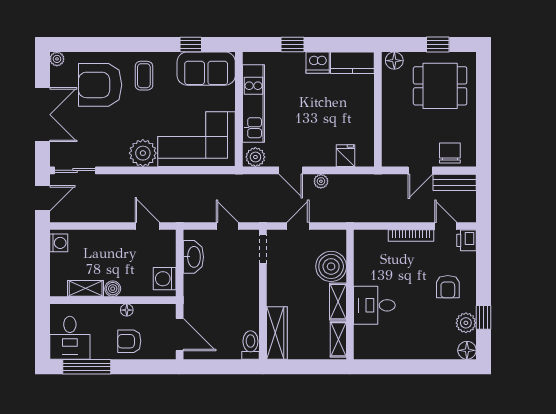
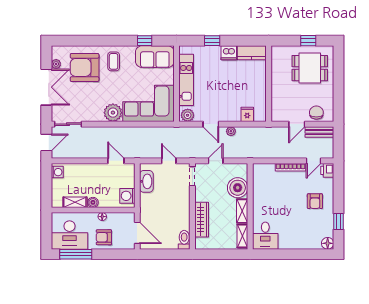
plant: (57, 59) -> (56, 64), moved
floor lamp: (394, 61) -> (279, 51), removed
door: (446, 226) -> (314, 161), swing flipped
desk: (374, 305) -> (265, 236), moved, turned -90
plant: (466, 323) -> (327, 225), removed
wardrobe: (277, 333) -> (202, 220), moved
desk: (70, 338) -> (69, 235), width x1.37

